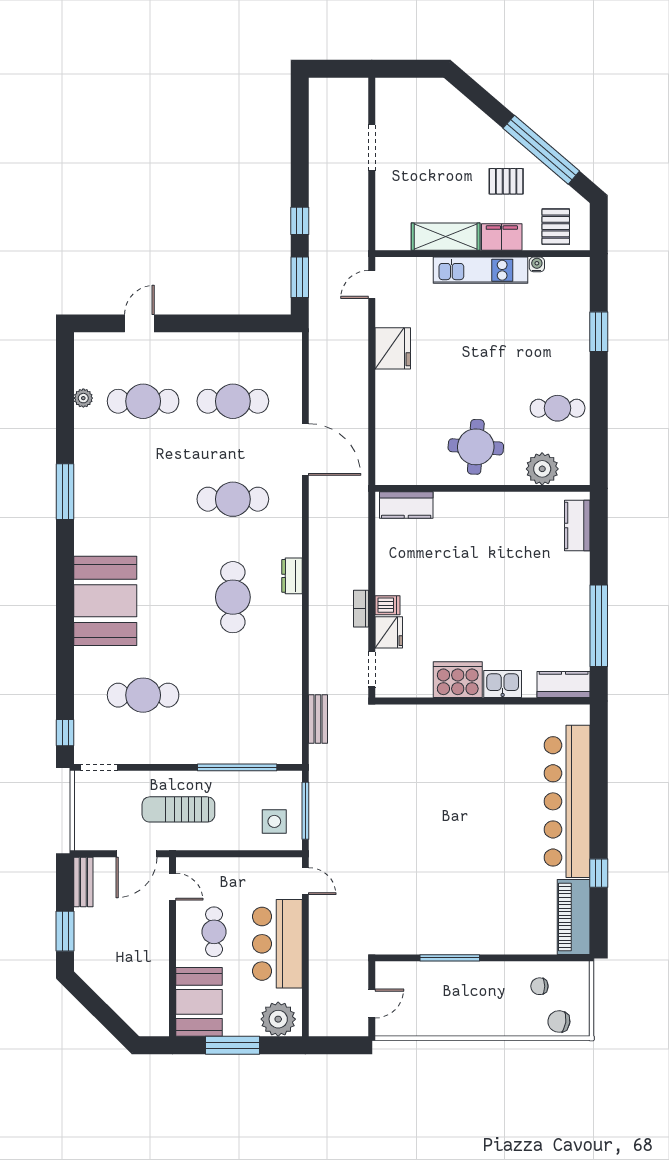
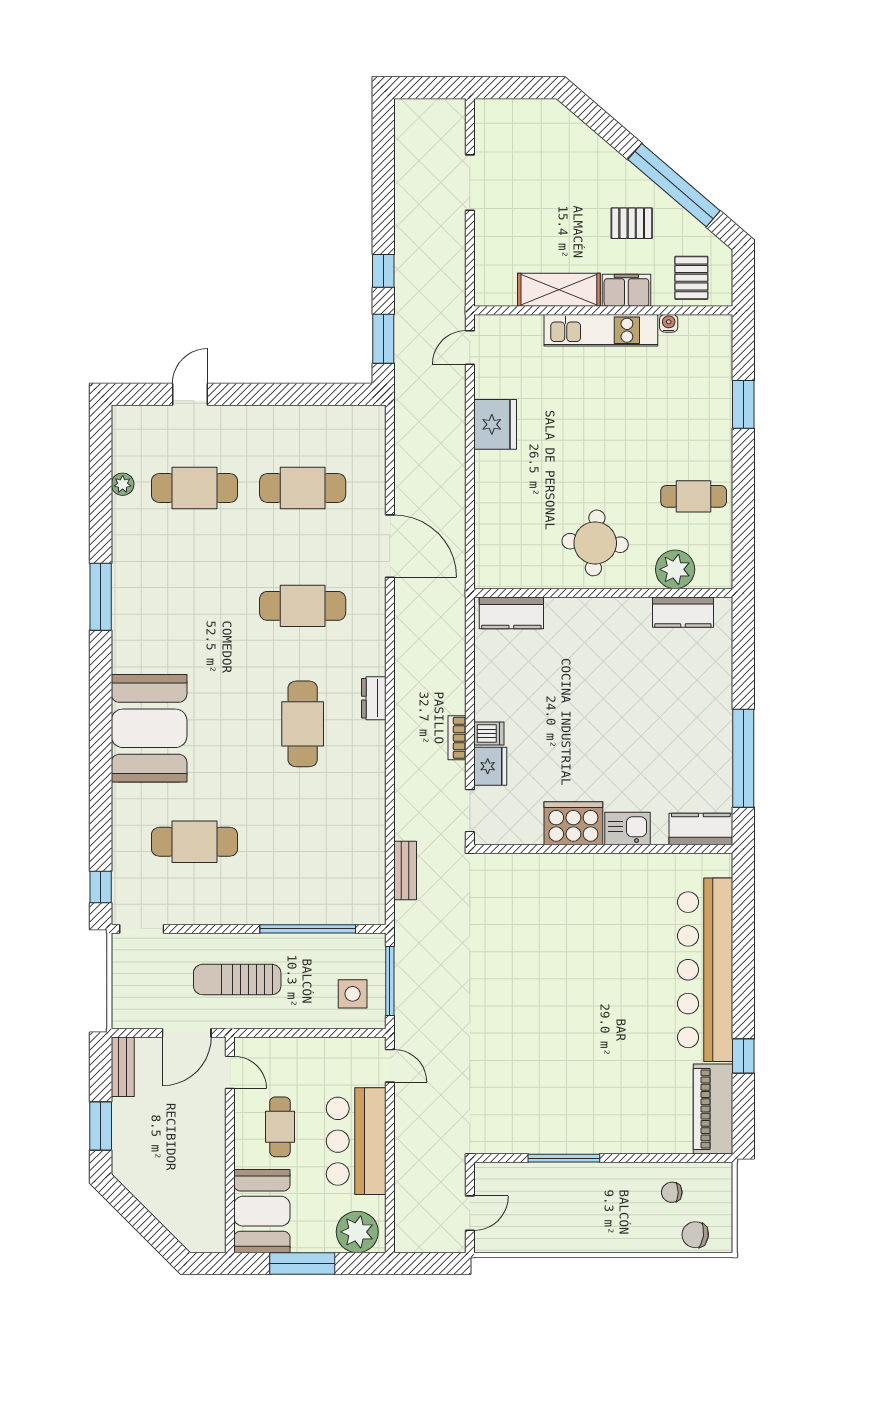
kitchen counter: (577, 525) -> (683, 612), moved, turned -90

